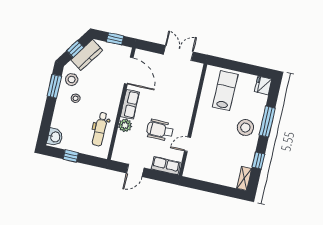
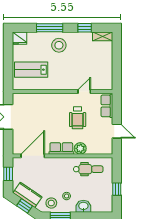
washbasin: (55, 137) -> (83, 206), moved
door: (187, 144) -> (84, 92), swing flipped

